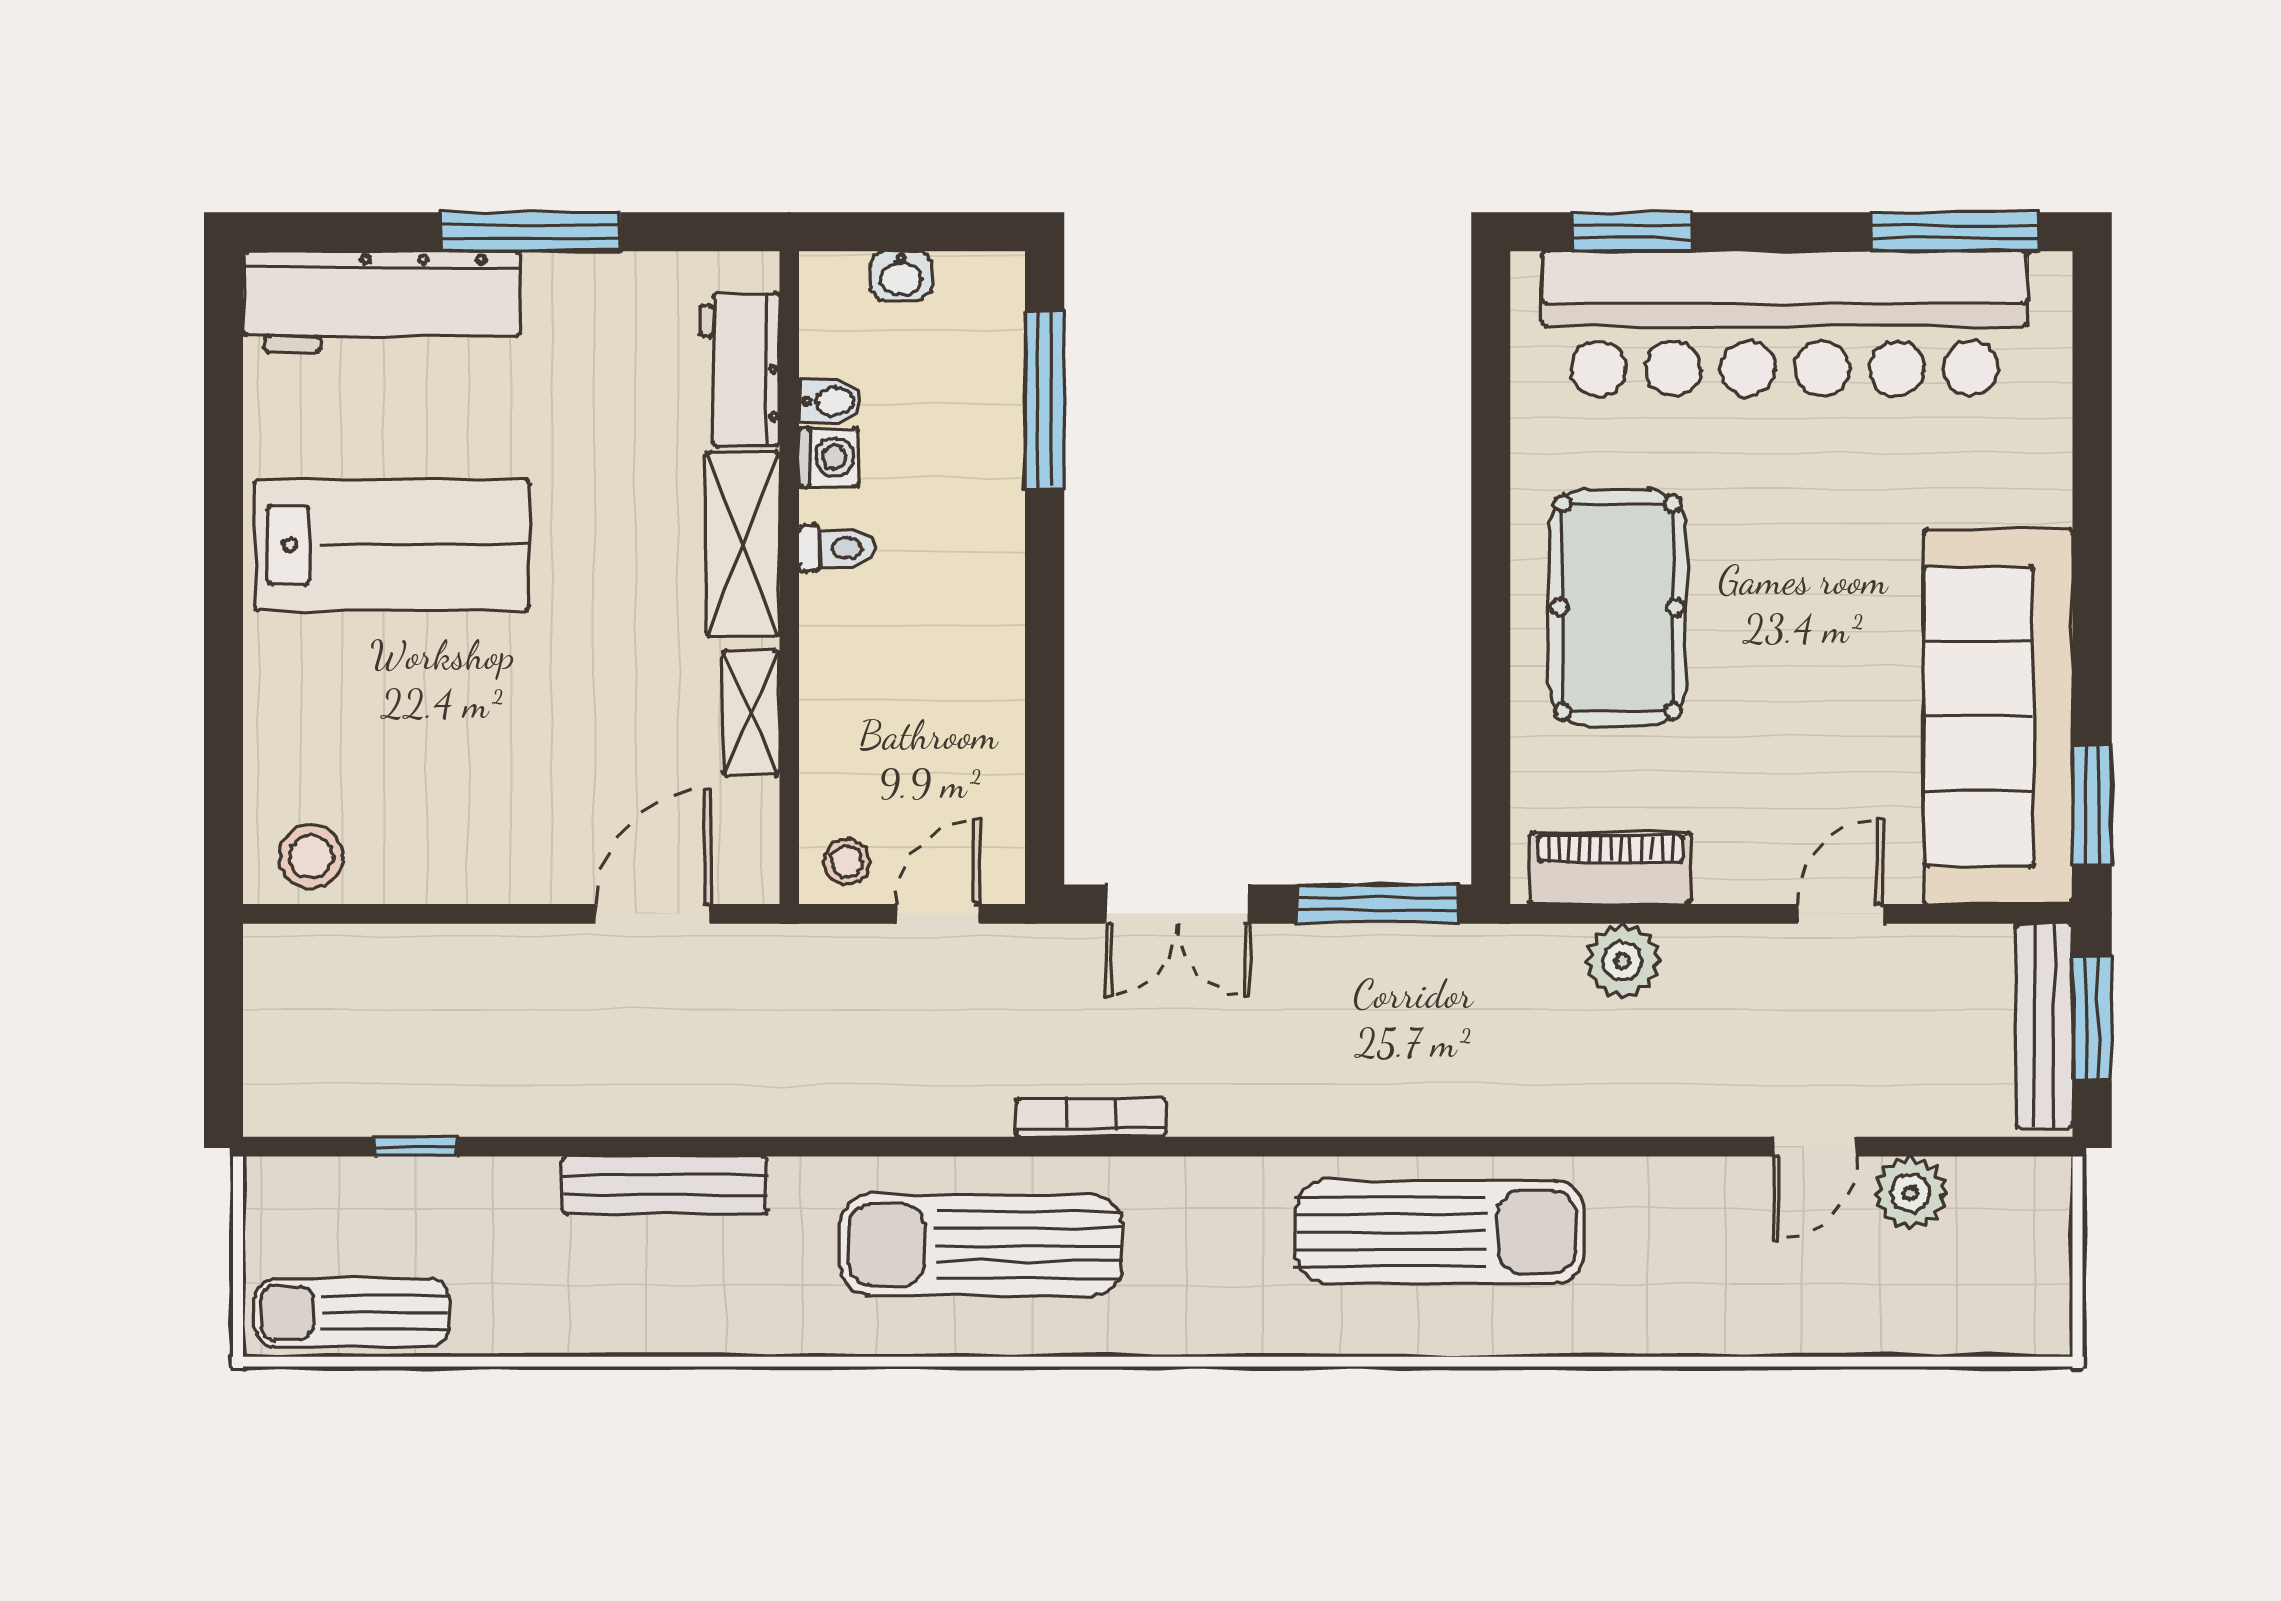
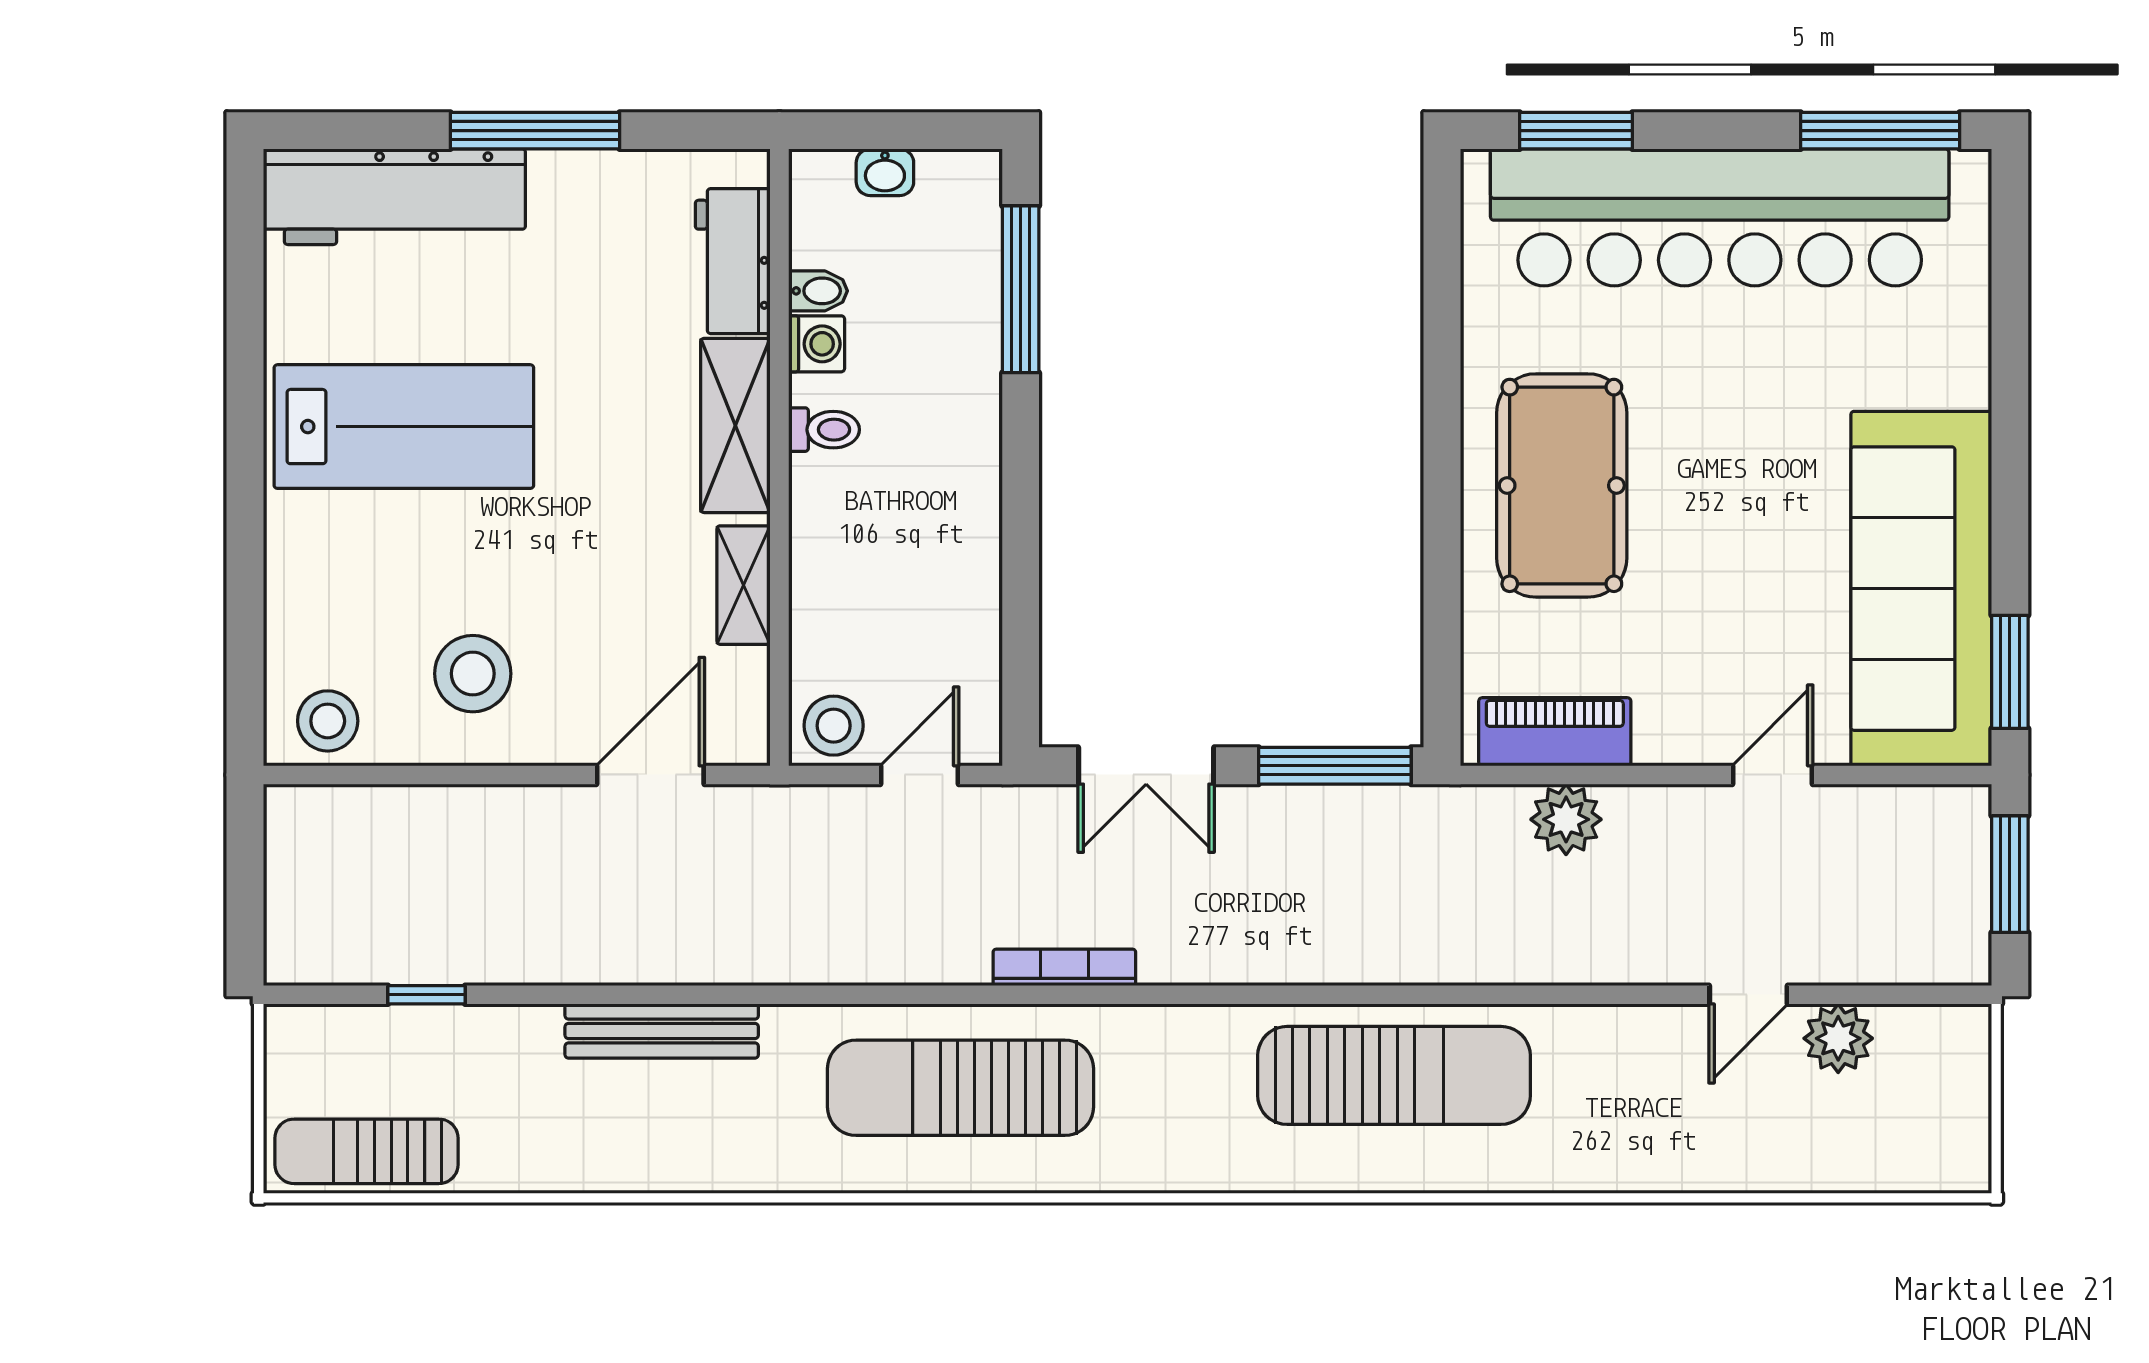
stool: (465, 807) -> (473, 674), added
stool: (847, 862) -> (834, 726), width x1.37, depth x1.37
bench: (2044, 1026) -> (1965, 881), removed

